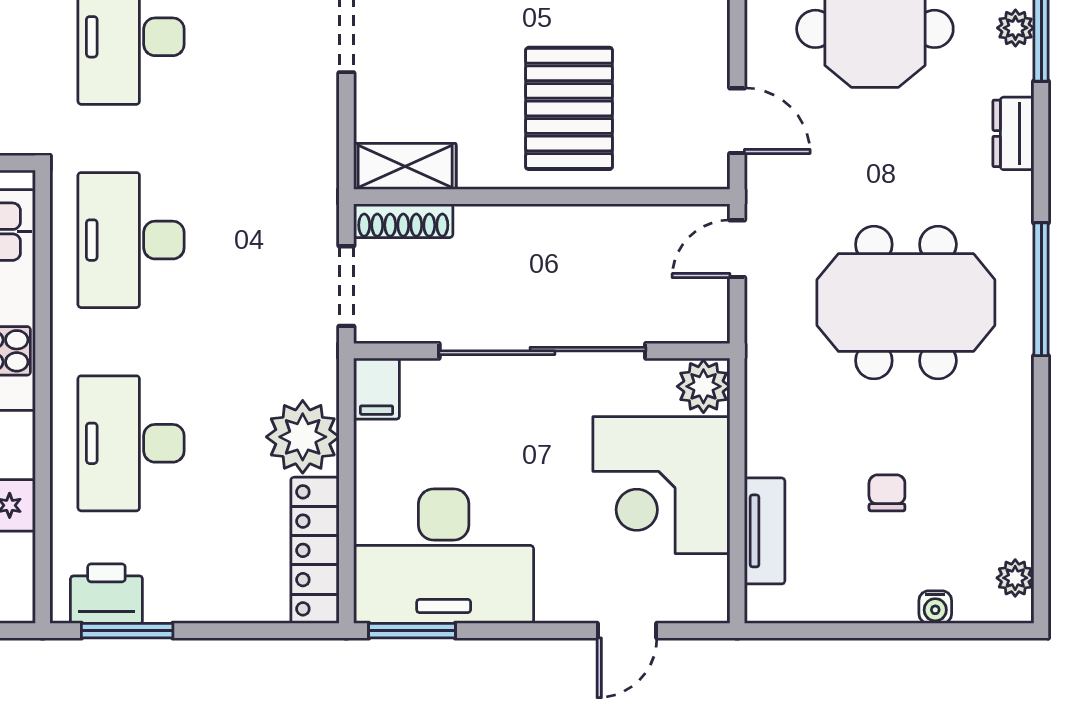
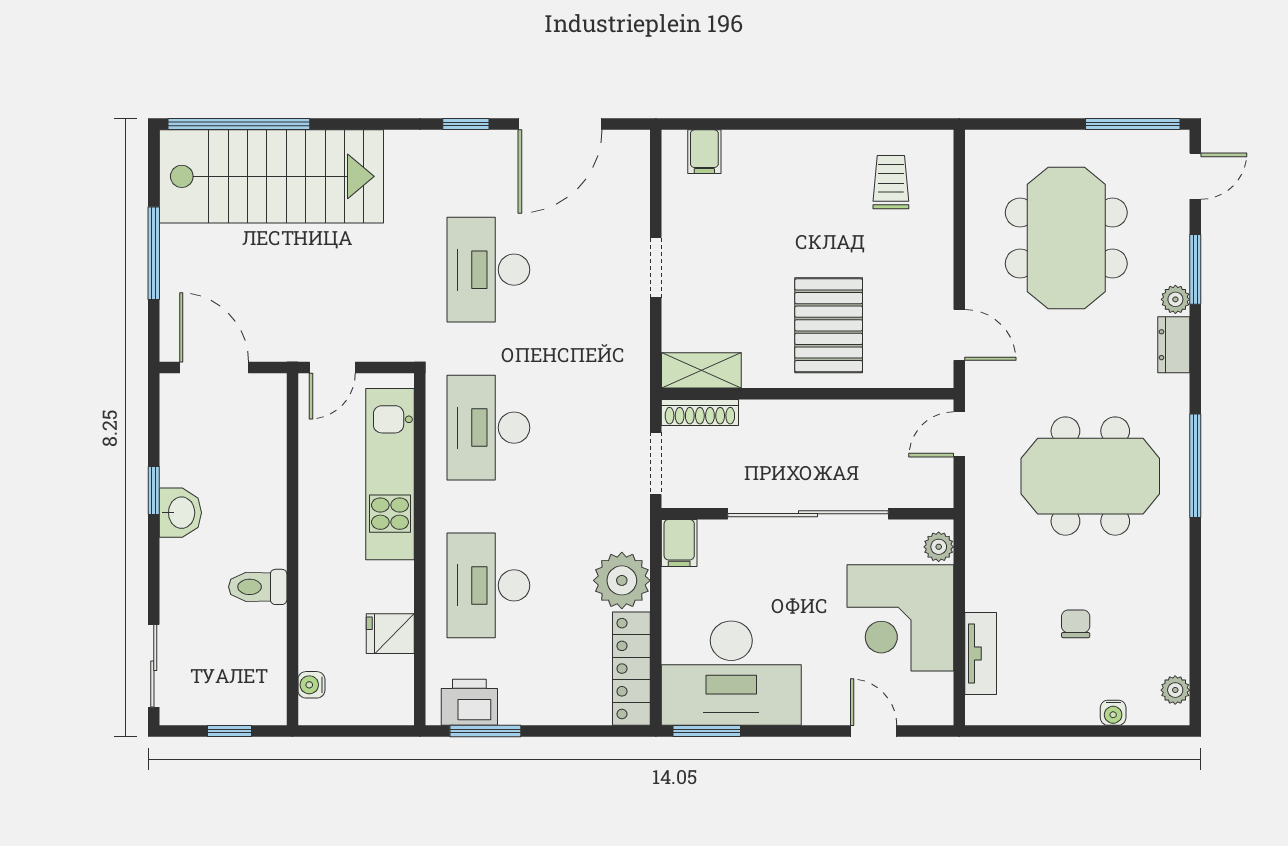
plant: (1015, 28) -> (1175, 299), moved
plant: (703, 386) -> (939, 547), width x0.73, depth x0.73
door: (627, 631) -> (874, 731), swing flipped

